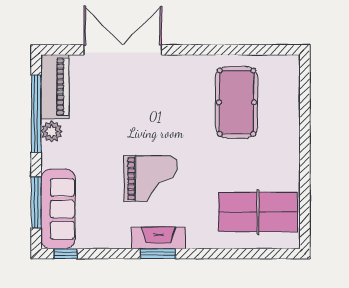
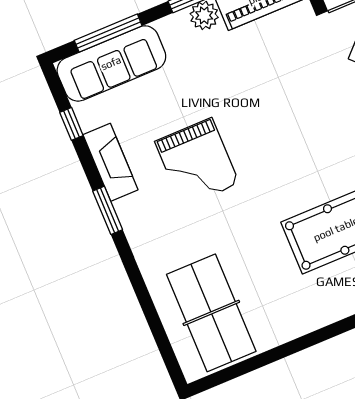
fireplace: (158, 238) -> (110, 162), moved
window: (66, 254) -> (71, 124), moved

